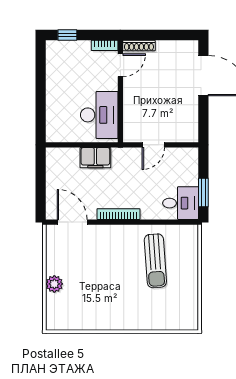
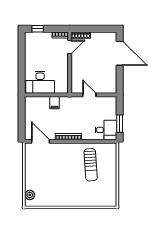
desk: (99, 115) -> (40, 82), moved, turned 90
door: (153, 145) -> (89, 95), swing flipped
filing cabinet: (95, 158) -> (55, 103), width x0.50
plant: (54, 284) -> (30, 195), moved

